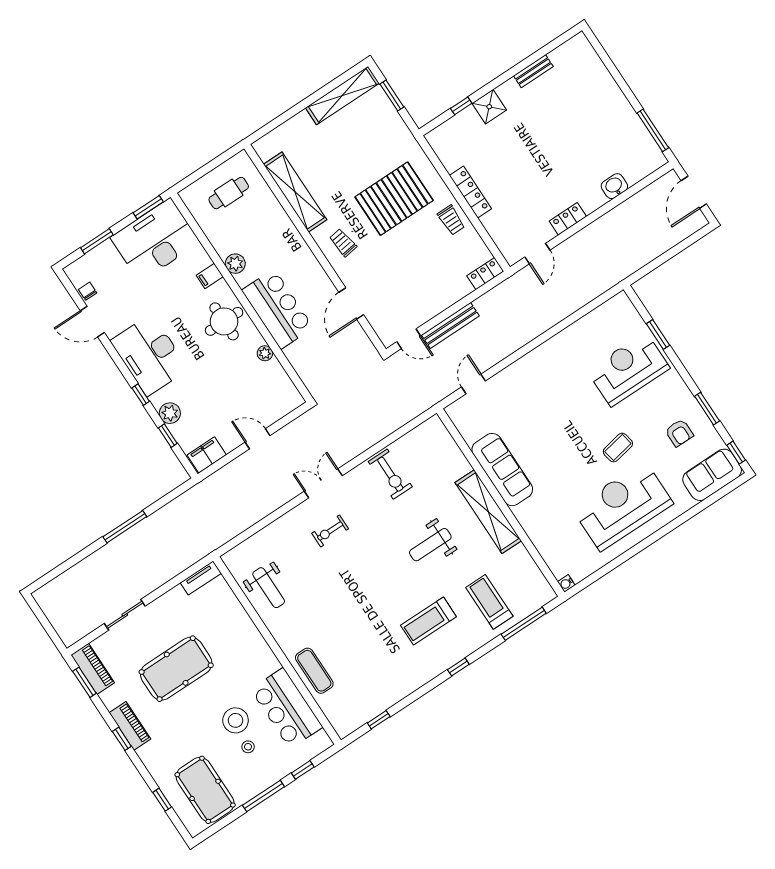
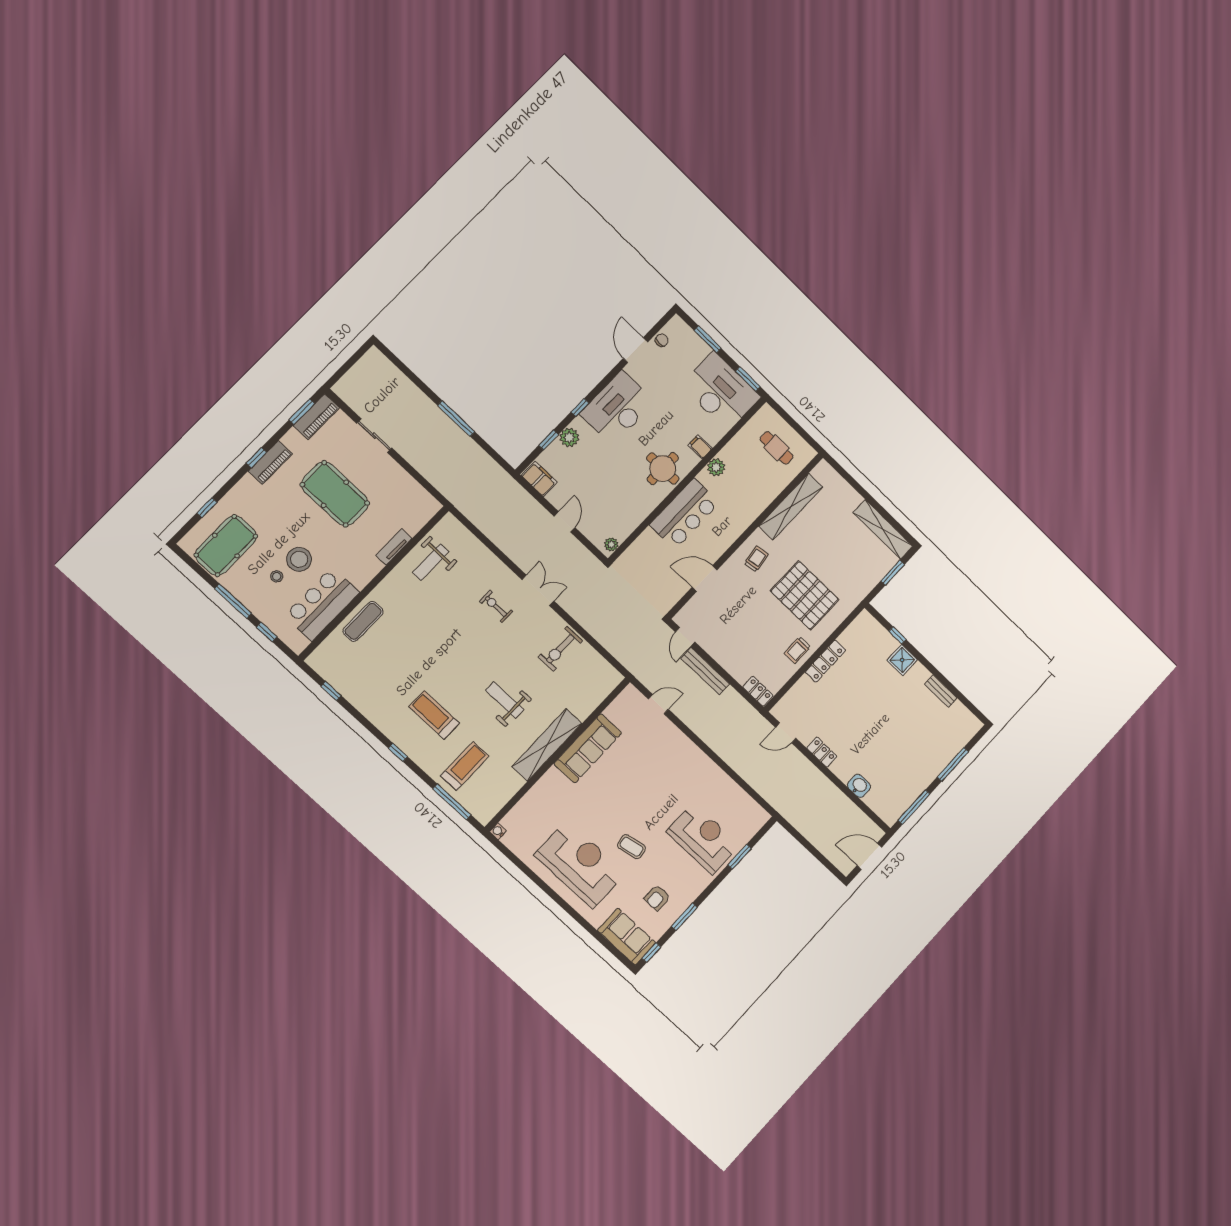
window: (617, 76) -> (953, 764), added
plant: (265, 353) -> (611, 544), moved
tv unit: (201, 578) -> (394, 547), moved, turned 90

